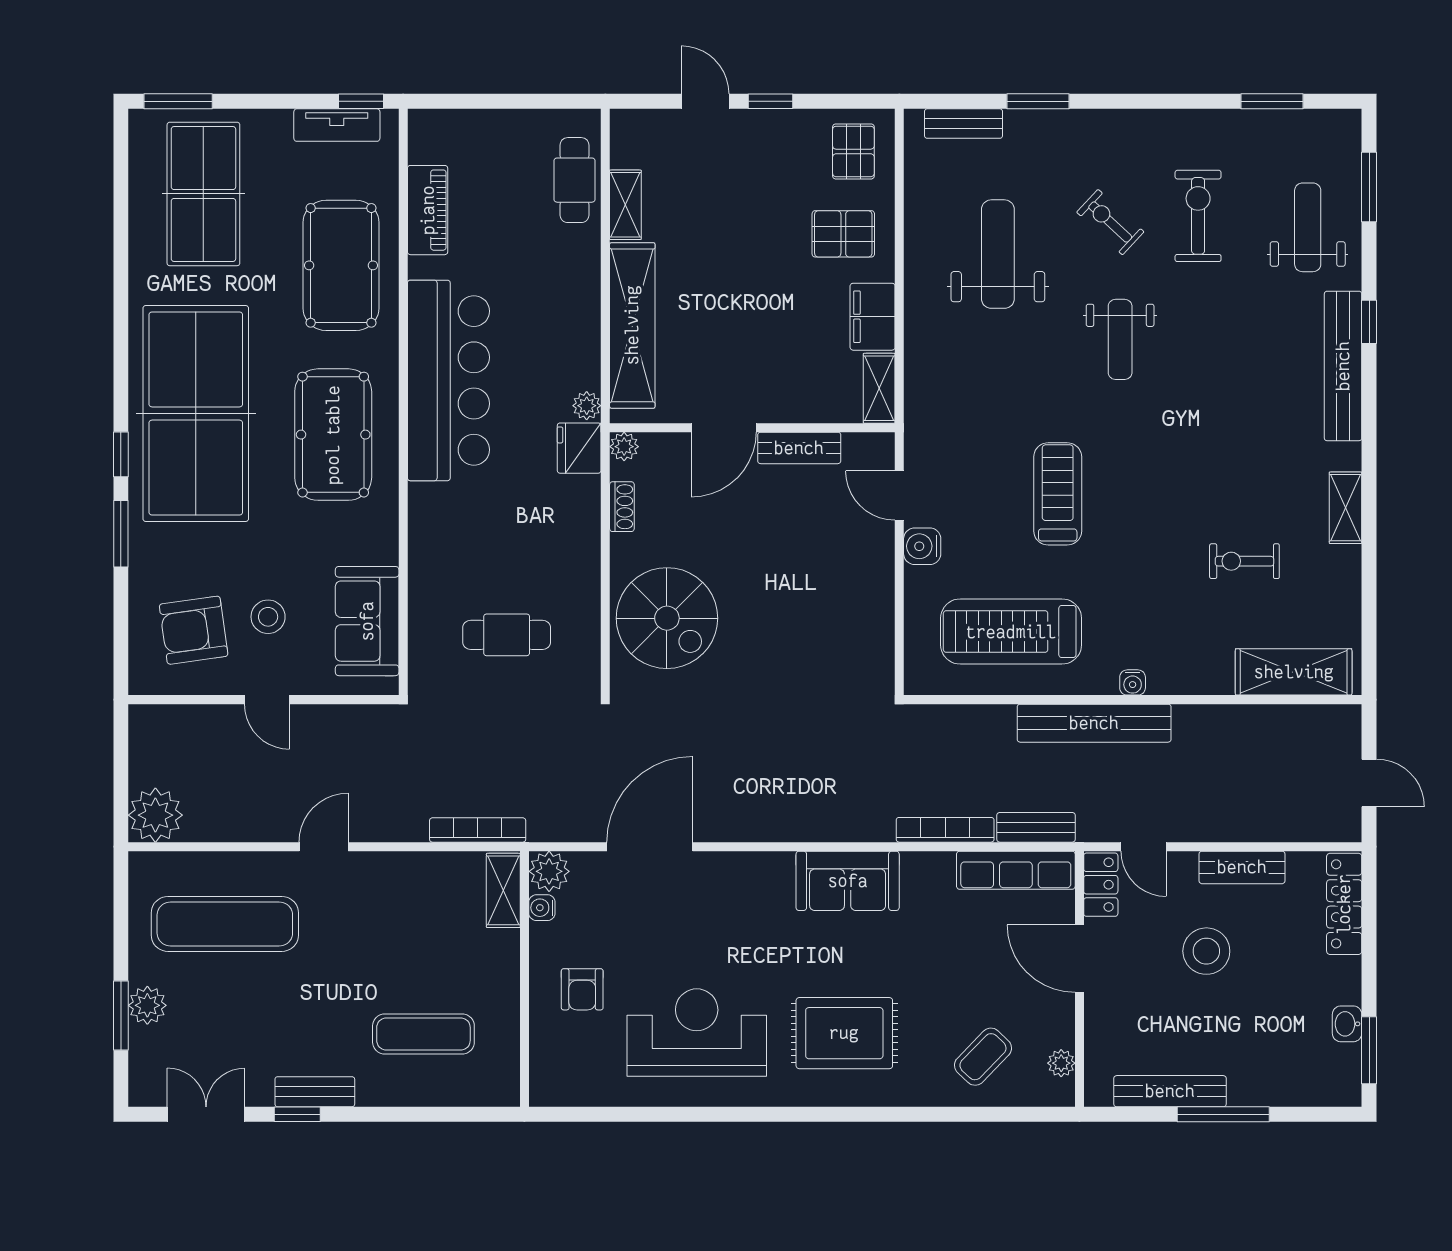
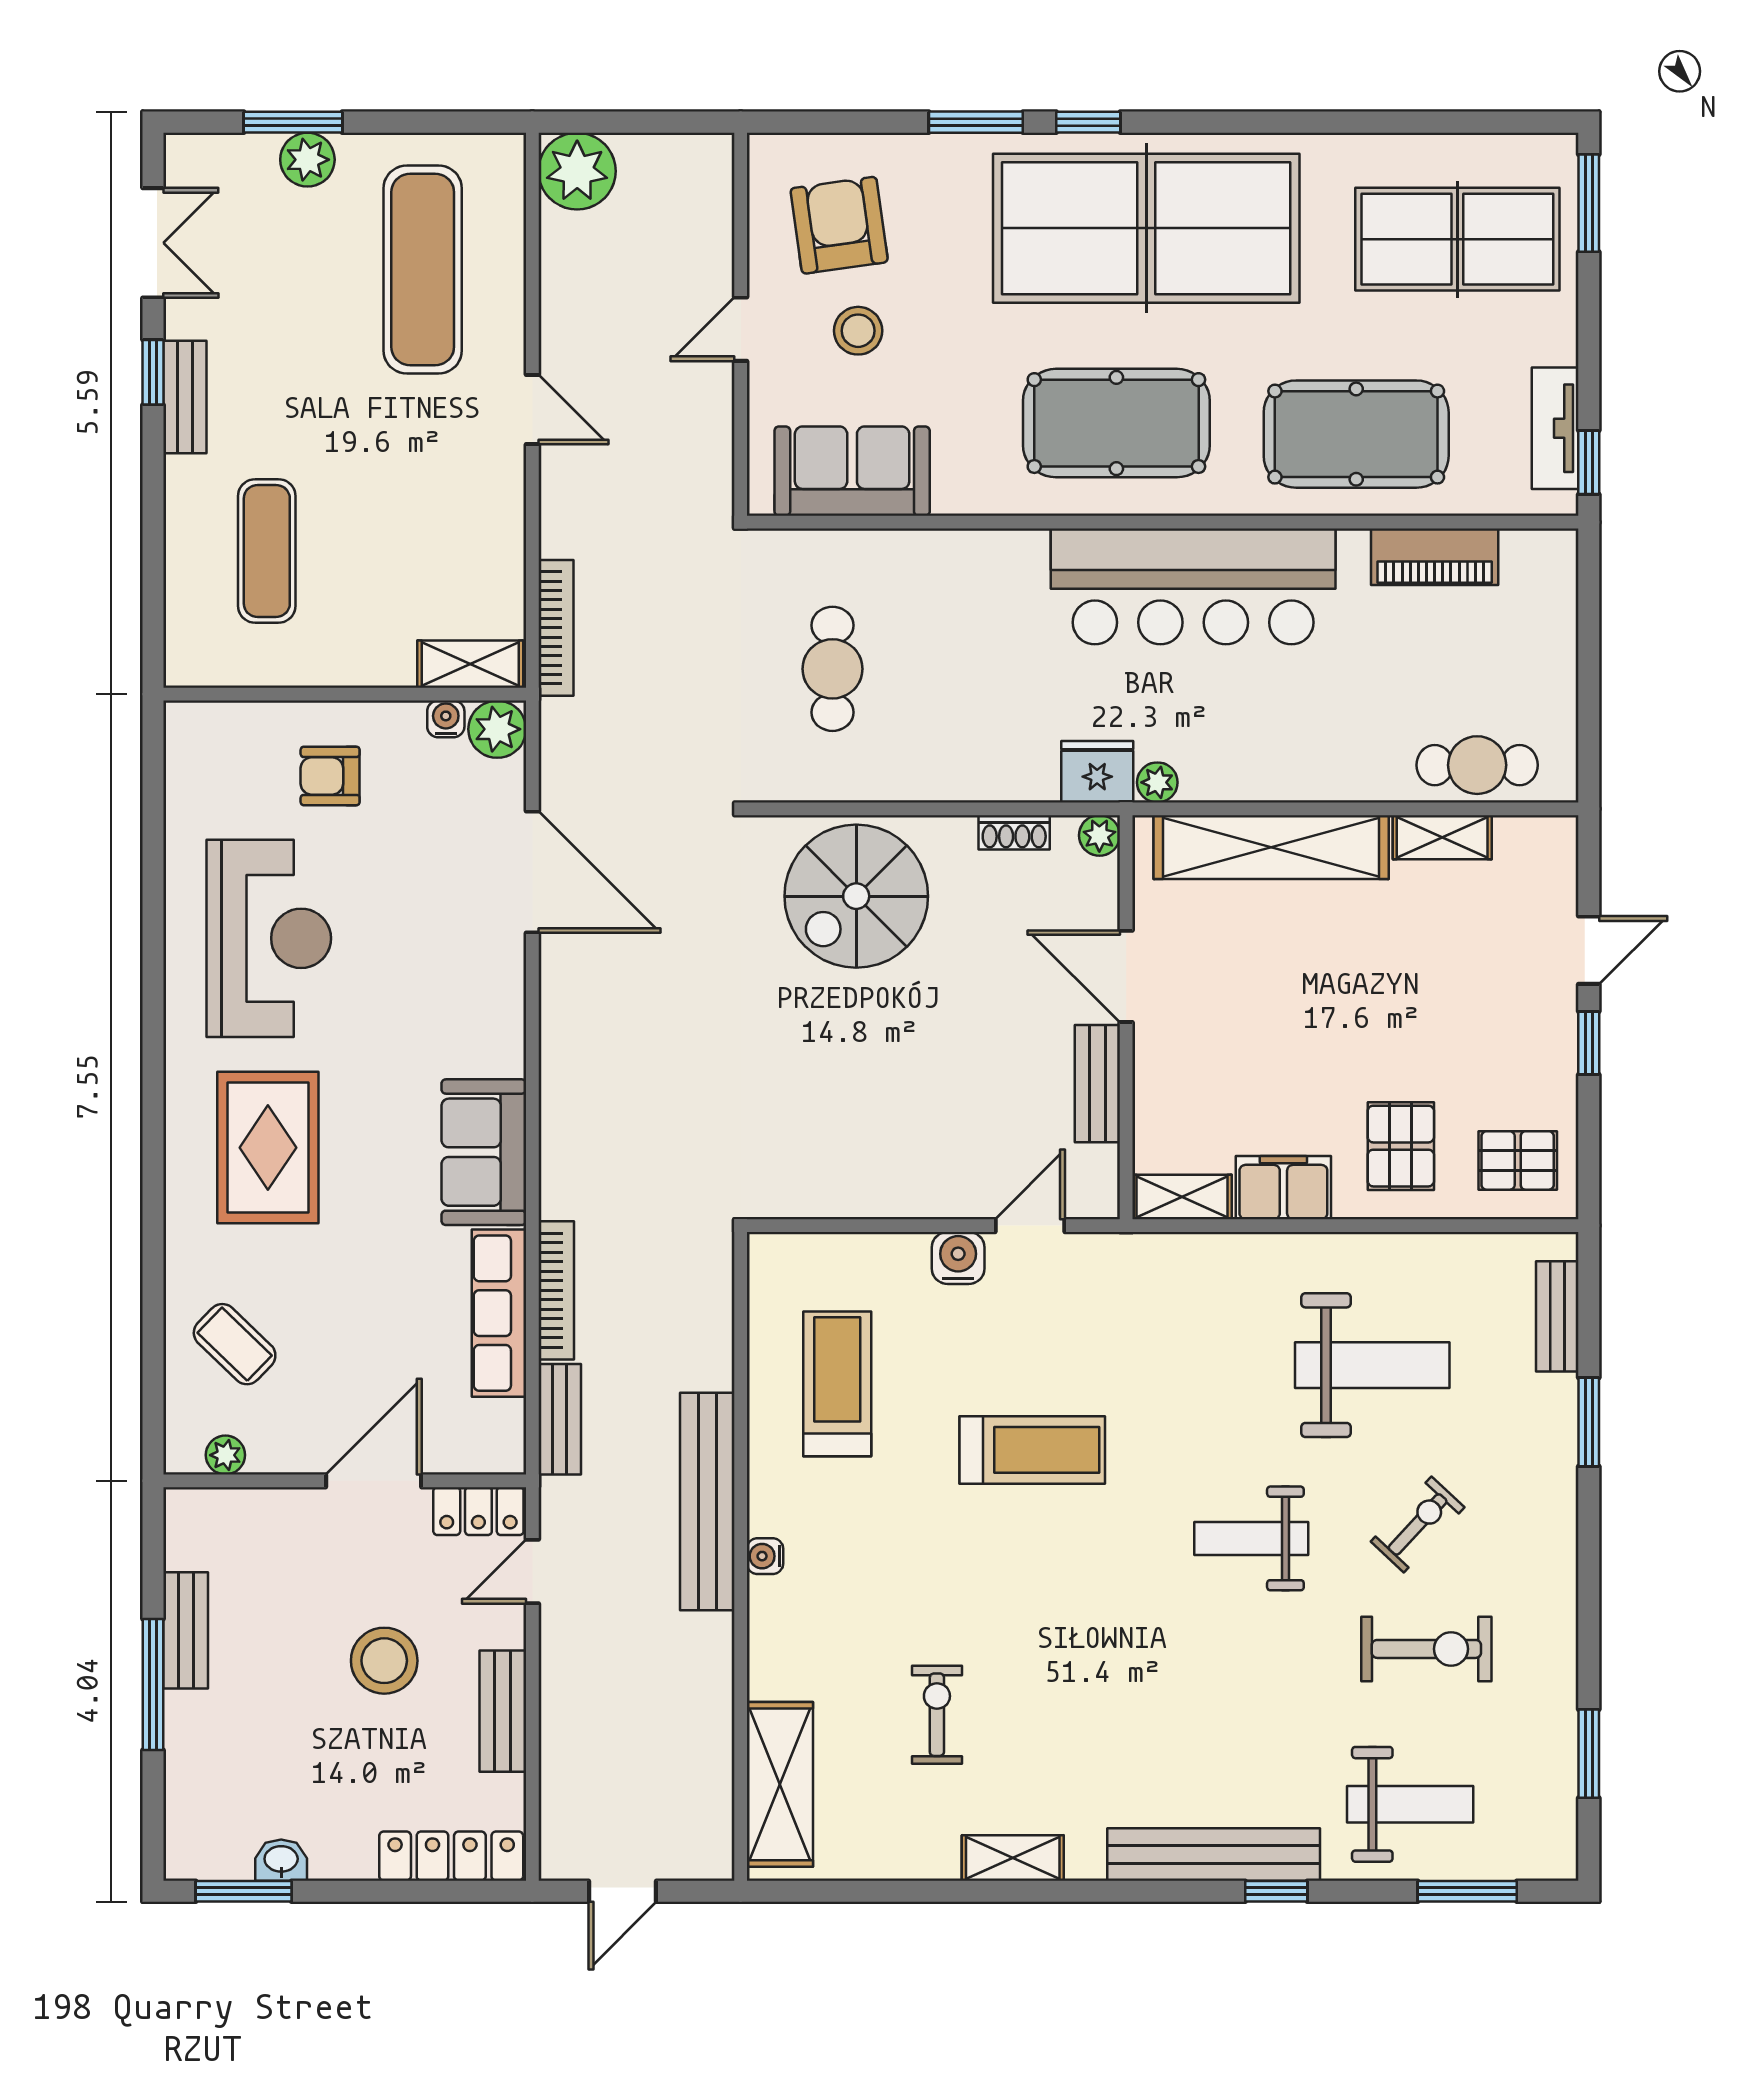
treadmill: (1011, 632) -> (837, 1384), width x0.73, depth x0.73
row of seats: (1016, 870) -> (499, 1313), moved
bench: (1170, 1091) -> (186, 1630), width x0.73

